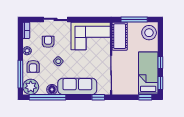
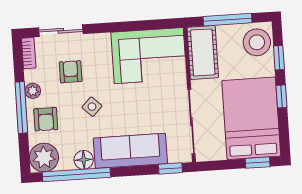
sliding door: (55, 19) -> (61, 31), moved
bed: (148, 73) -> (251, 118), width x1.50
window: (20, 74) -> (21, 107), moved
window: (160, 83) -> (279, 58), moved

